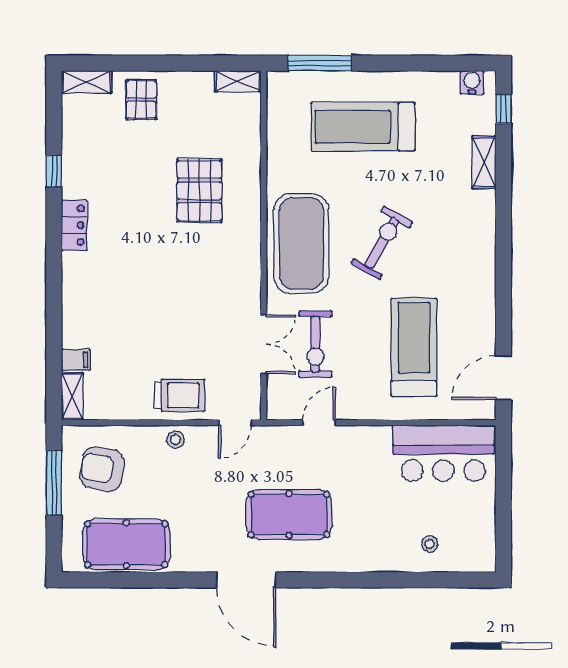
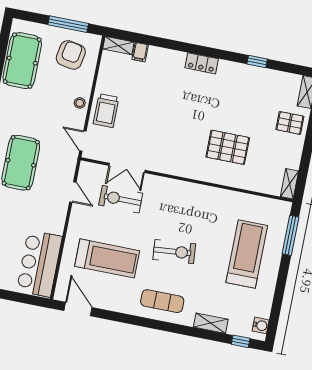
locker: (74, 225) -> (202, 63), moved
exercise mat: (301, 243) -> (162, 301), moved, width x0.50, depth x0.69
exercise bike: (382, 243) -> (174, 252), turned -35

